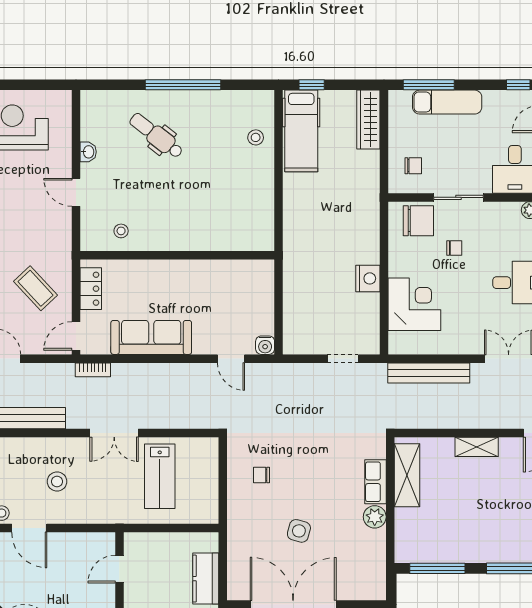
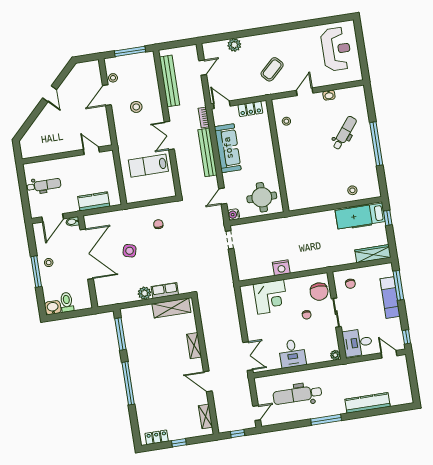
coffee table: (35, 288) -> (272, 69), moved
round table: (243, 293) -> (262, 197), added
doorway: (343, 359) -> (230, 240), moved
bench: (429, 373) -> (207, 152), moved

